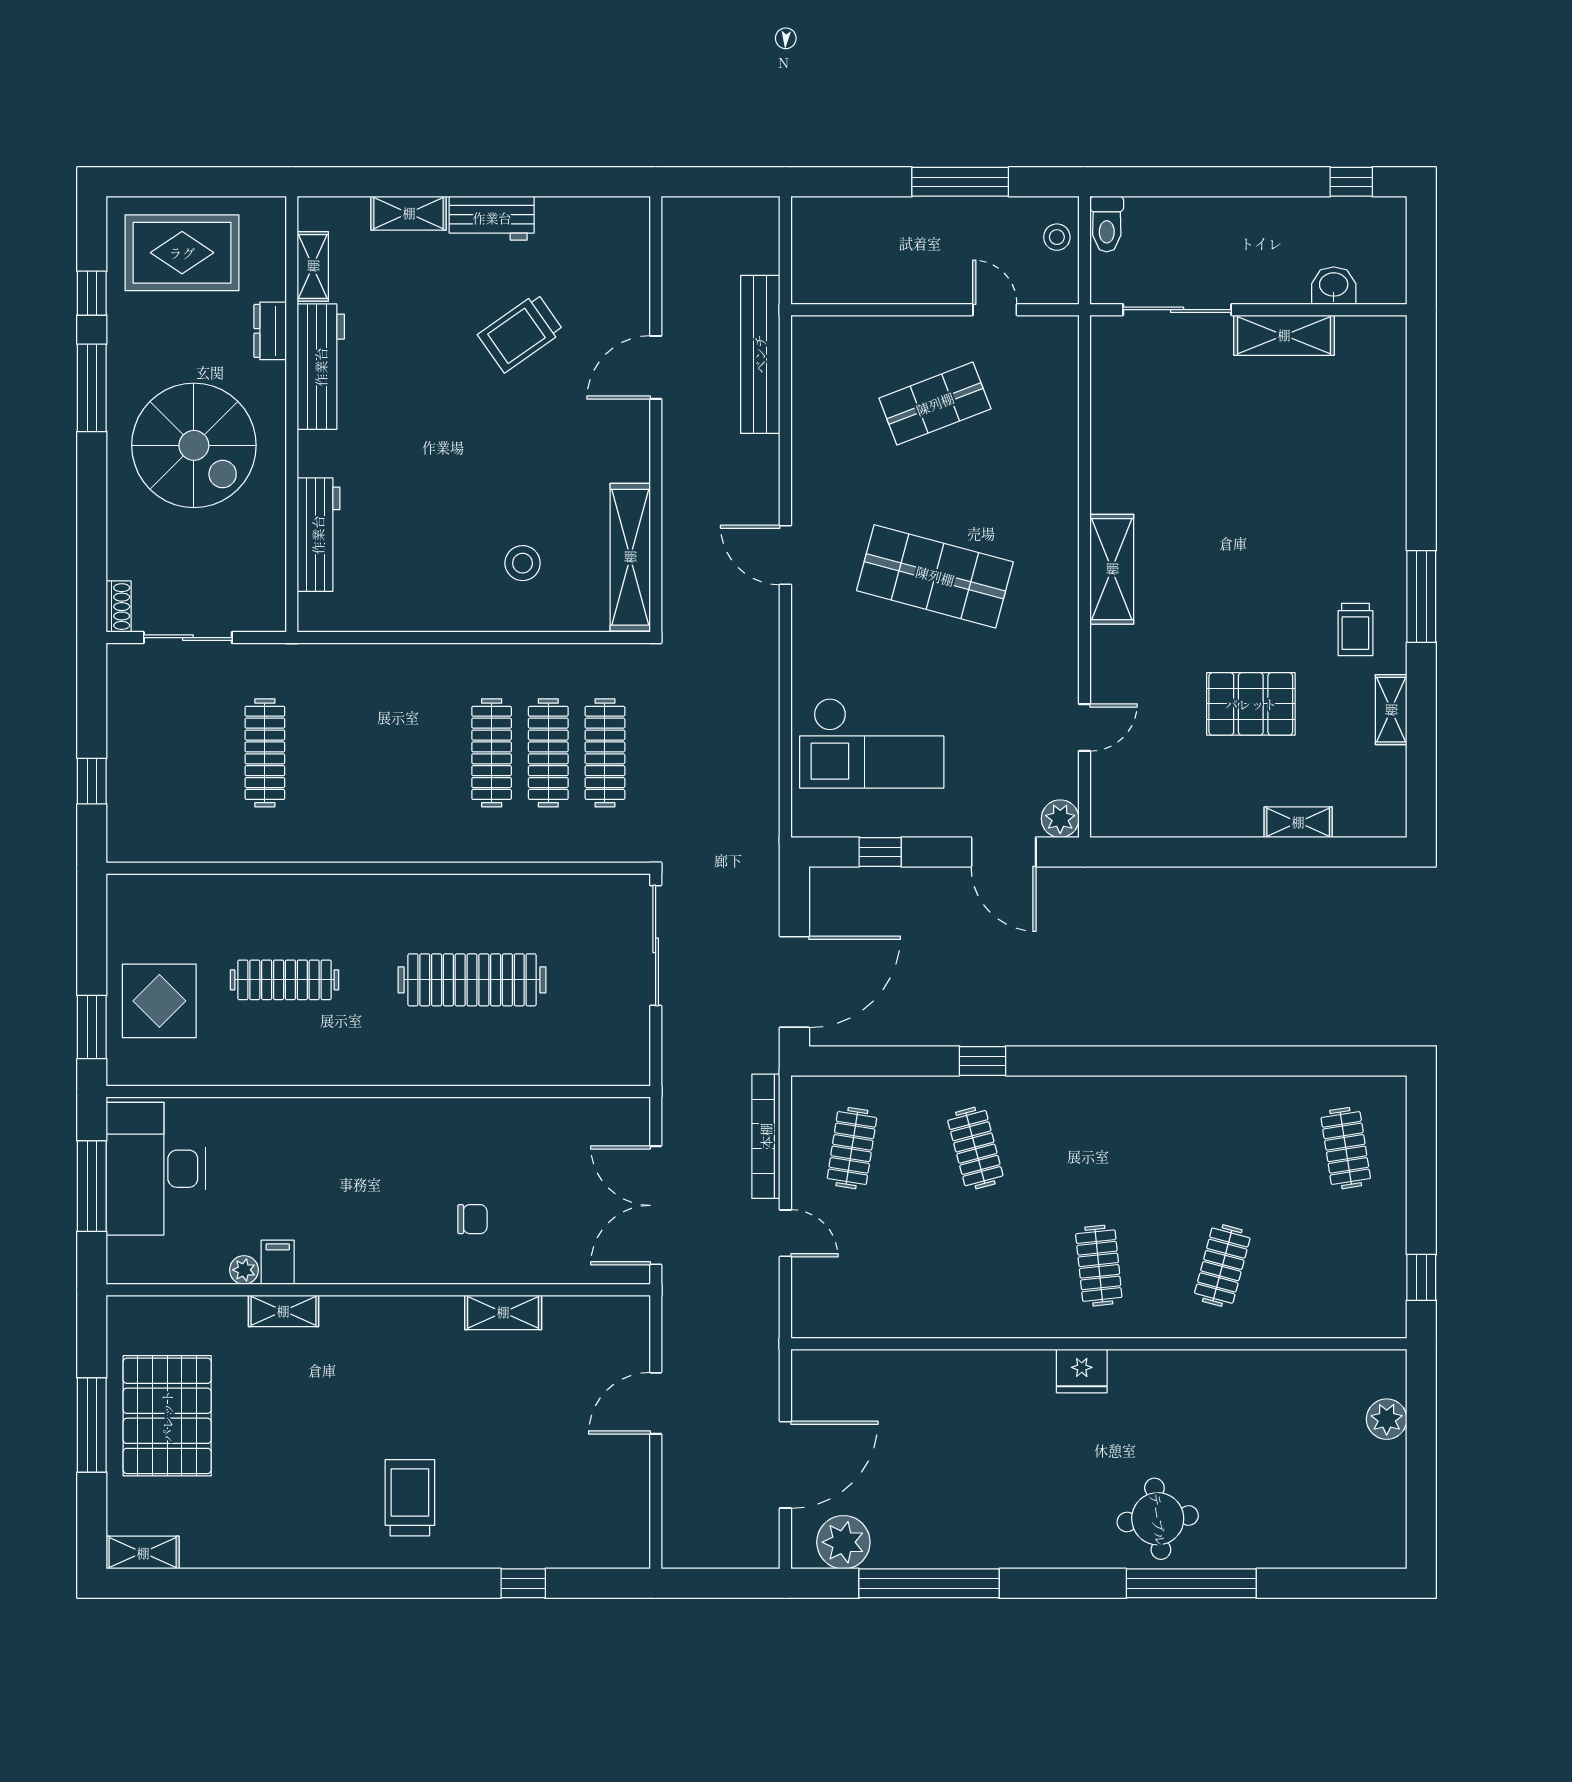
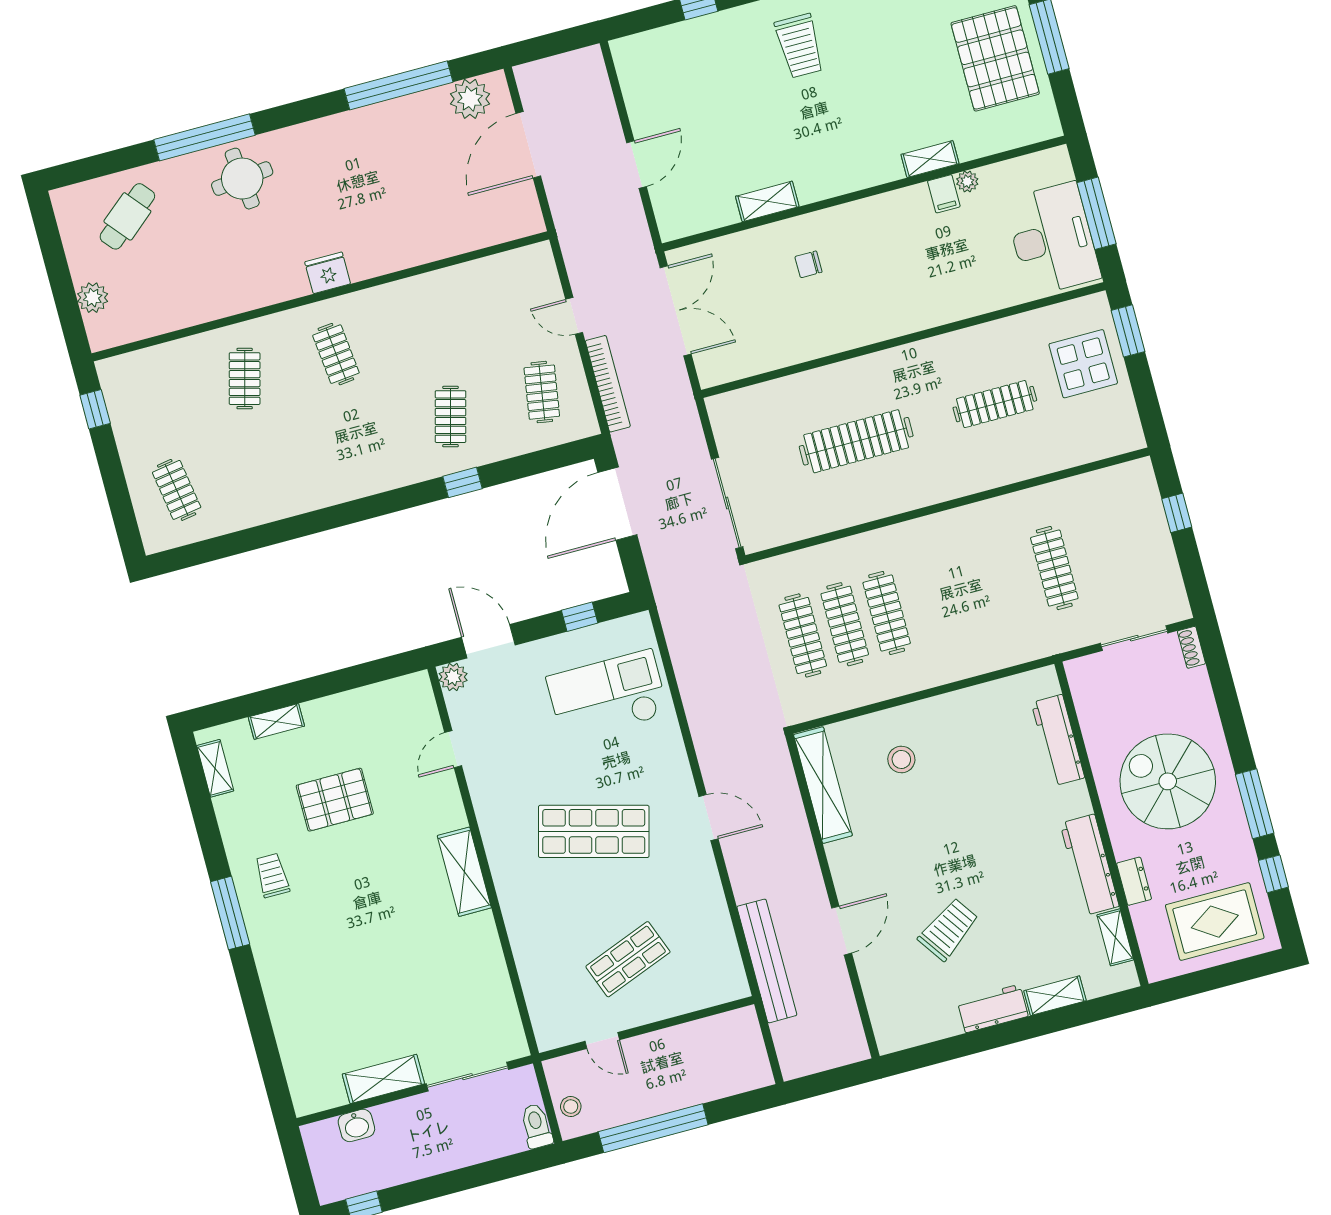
window: (960, 182) -> (653, 1128), width x1.46
shelving: (1391, 710) -> (215, 768), moved
clothes rail: (975, 1148) -> (450, 417), turned 30
cafe table: (1315, 1510) -> (127, 216), added

